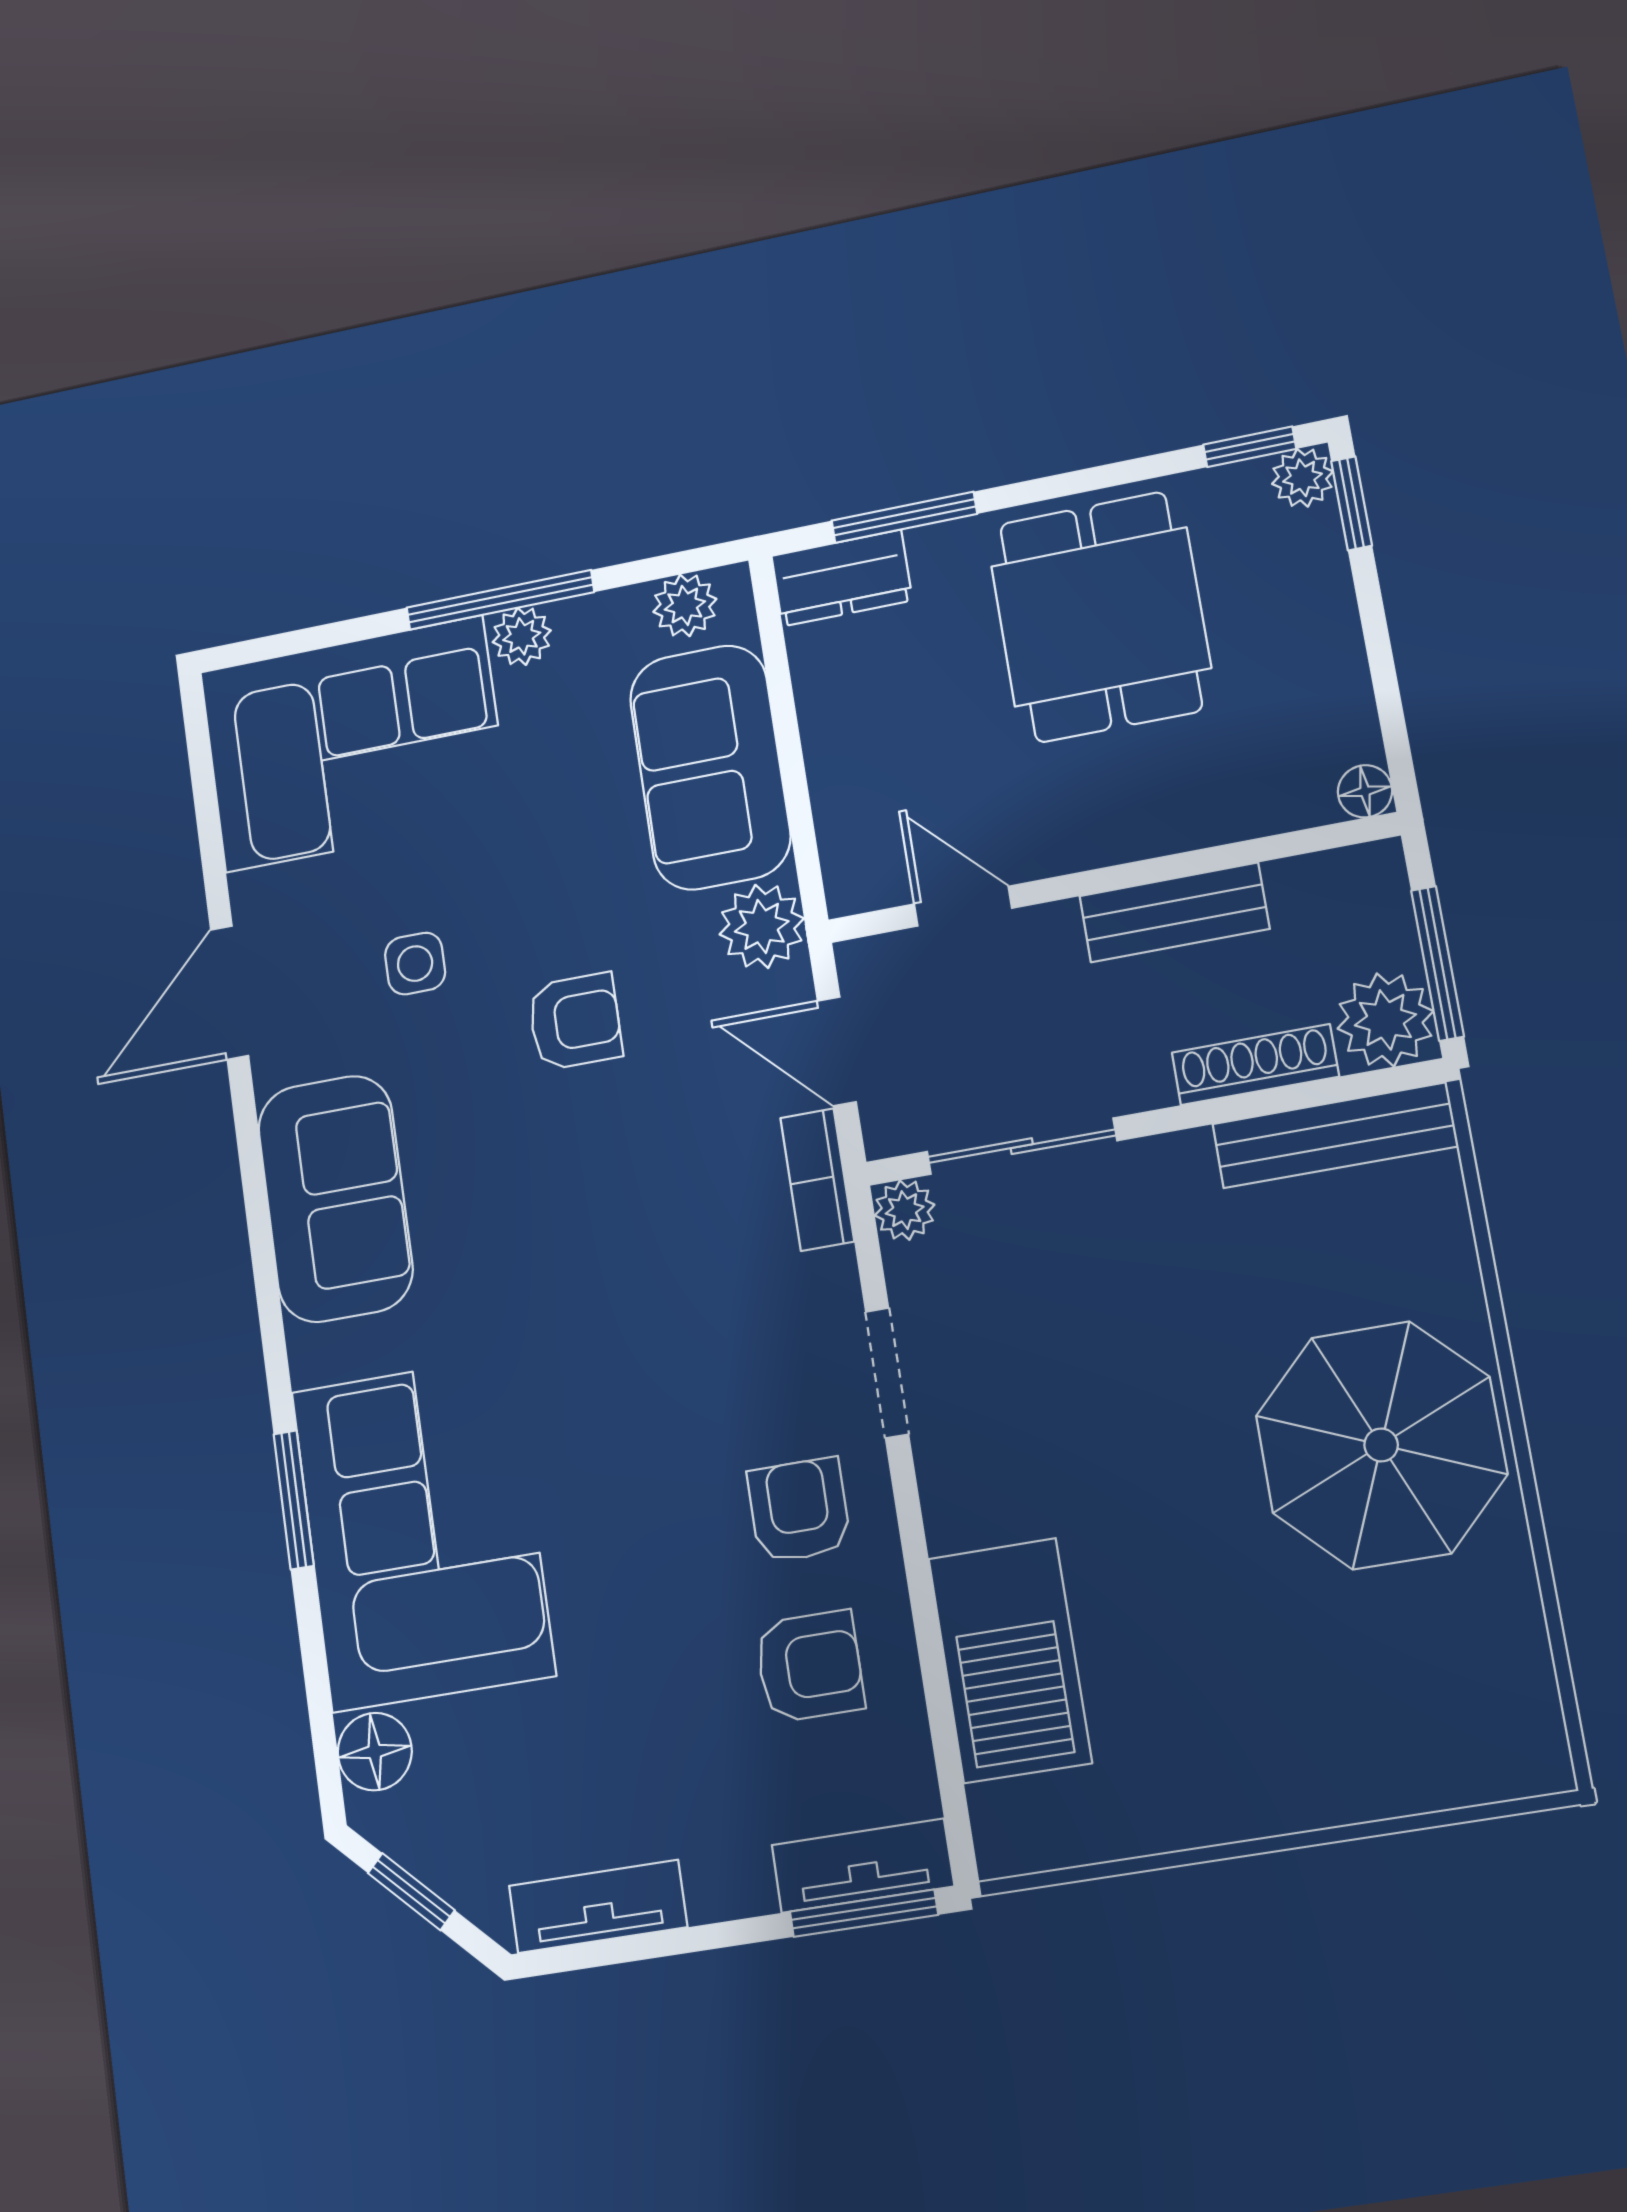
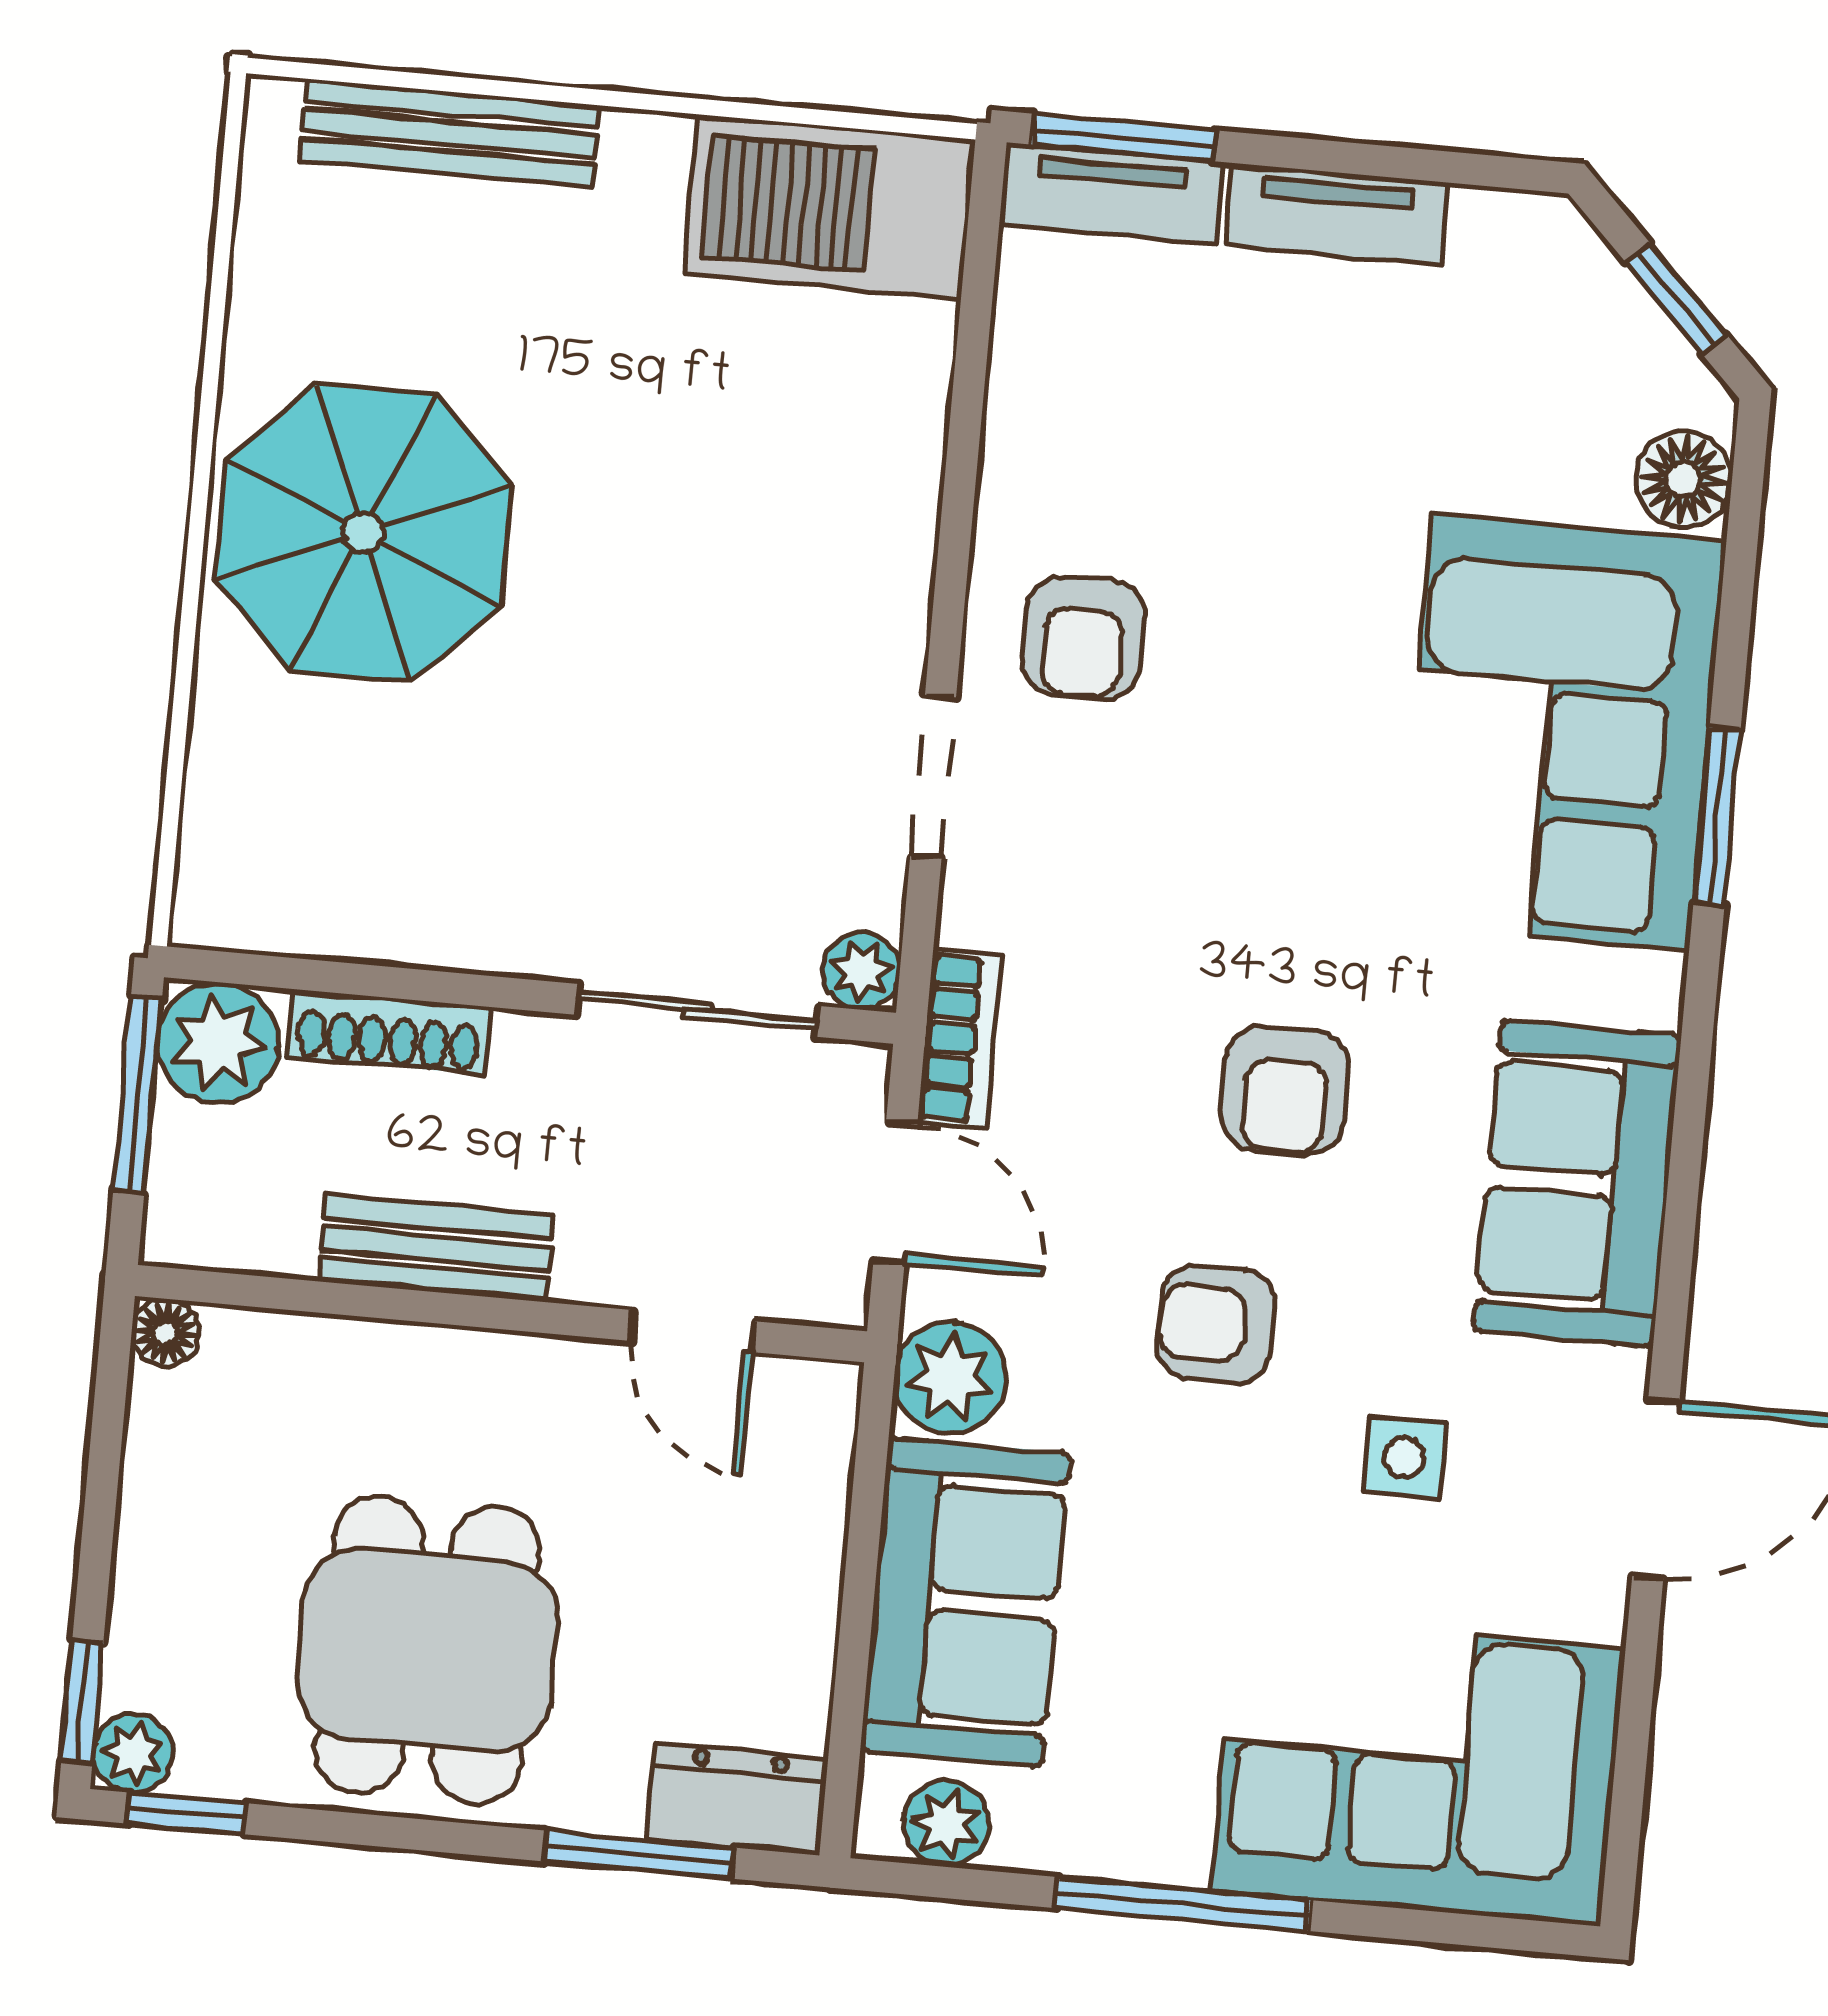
plant: (522, 636) -> (1166, 1847), removed
bench: (1335, 1135) -> (449, 133), moved
barbecue: (1010, 1660) -> (830, 207), moved, turned -90
armchair: (810, 1666) -> (1285, 1090), moved, turned -90
tv unit: (598, 1906) -> (1336, 214), moved

